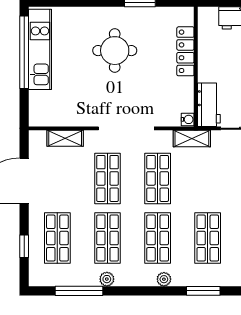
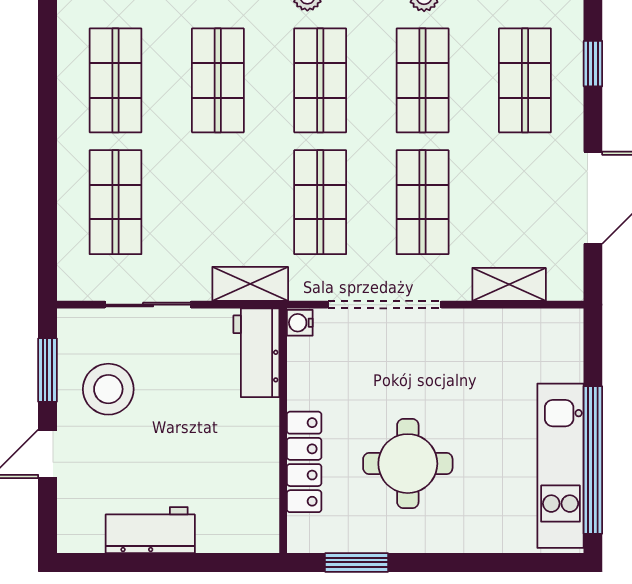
locker: (185, 51) -> (304, 462), moved
wall: (196, 67) -> (283, 431), moved
workbench: (209, 105) -> (256, 353), moved
water cooler: (188, 119) -> (300, 323), moved

